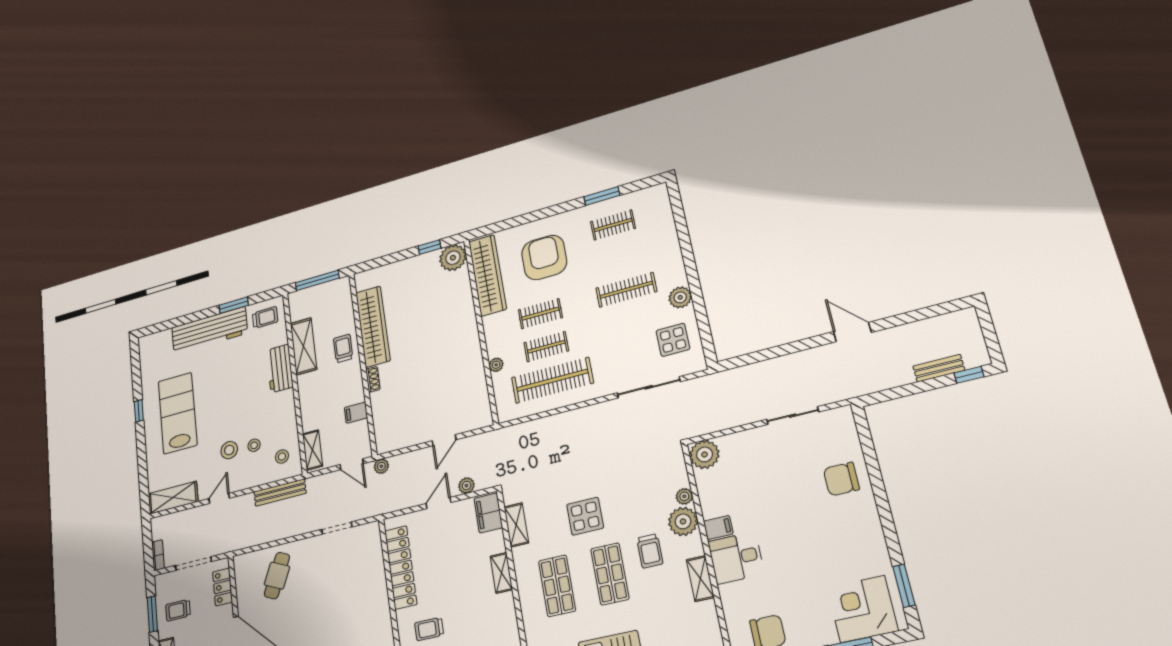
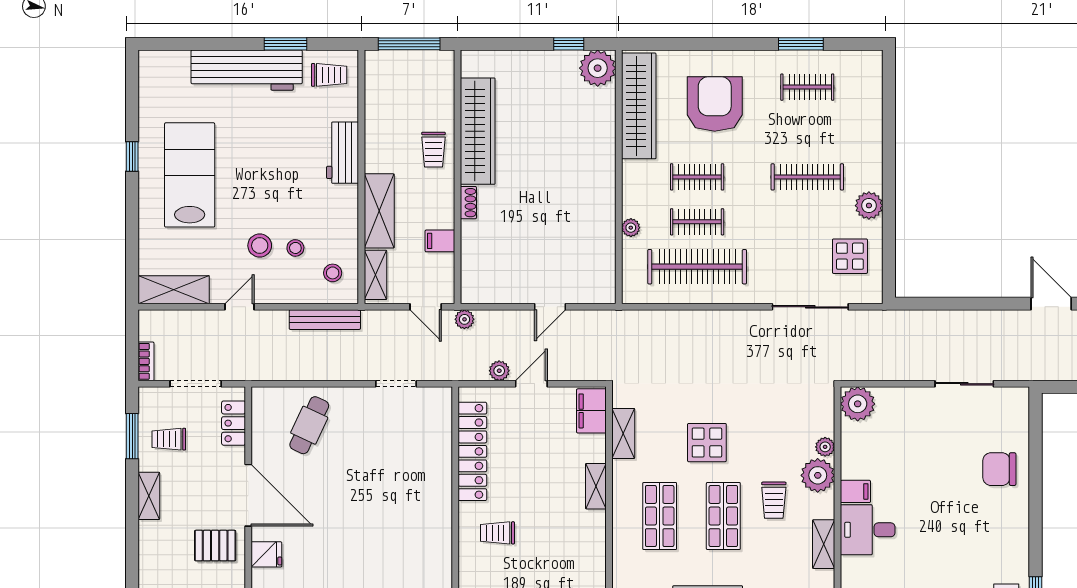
shelving: (304, 346) -> (379, 211), moved
trolley: (343, 348) -> (433, 150), turned 180
plant: (466, 486) -> (499, 371), moved

